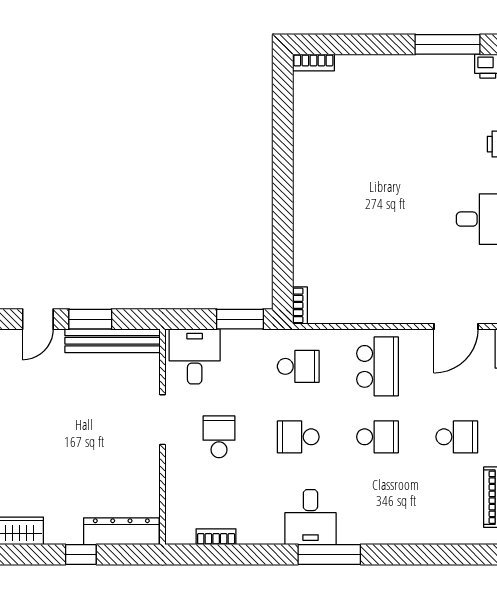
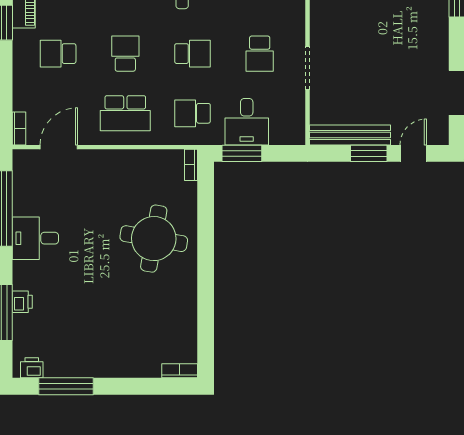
round table: (344, 219) -> (154, 239), added
desk: (195, 356) -> (247, 122), moved
school desk: (378, 366) -> (125, 113), turned -90
school desk: (378, 437) -> (125, 54), turned 90

